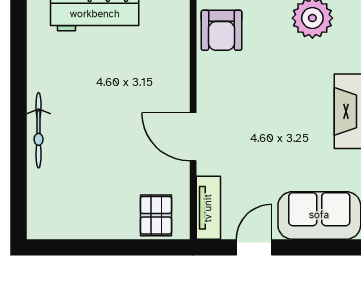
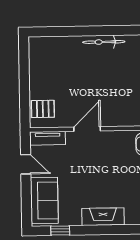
bicycle: (39, 130) -> (104, 42), moved

